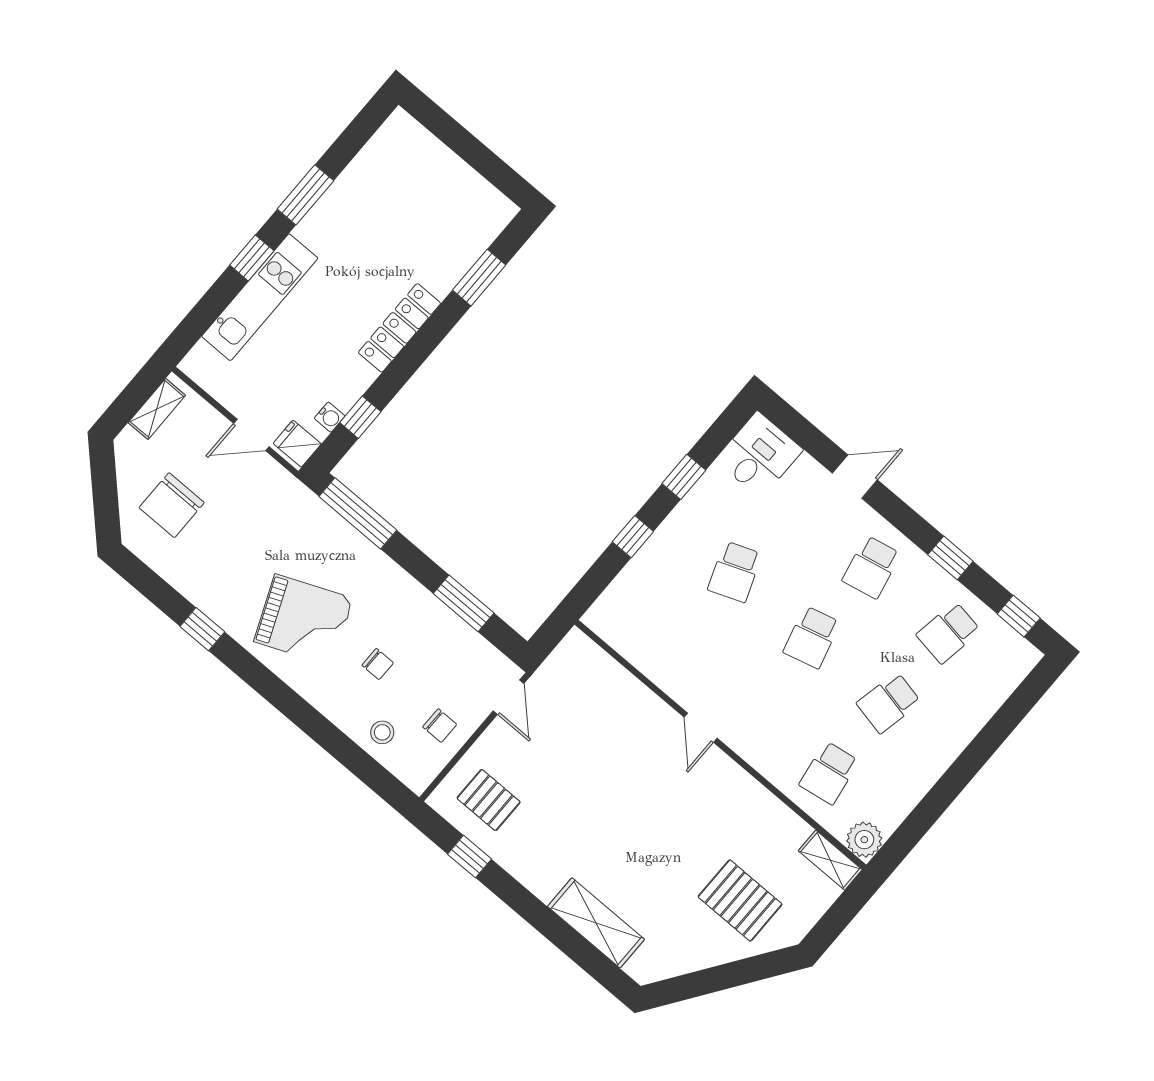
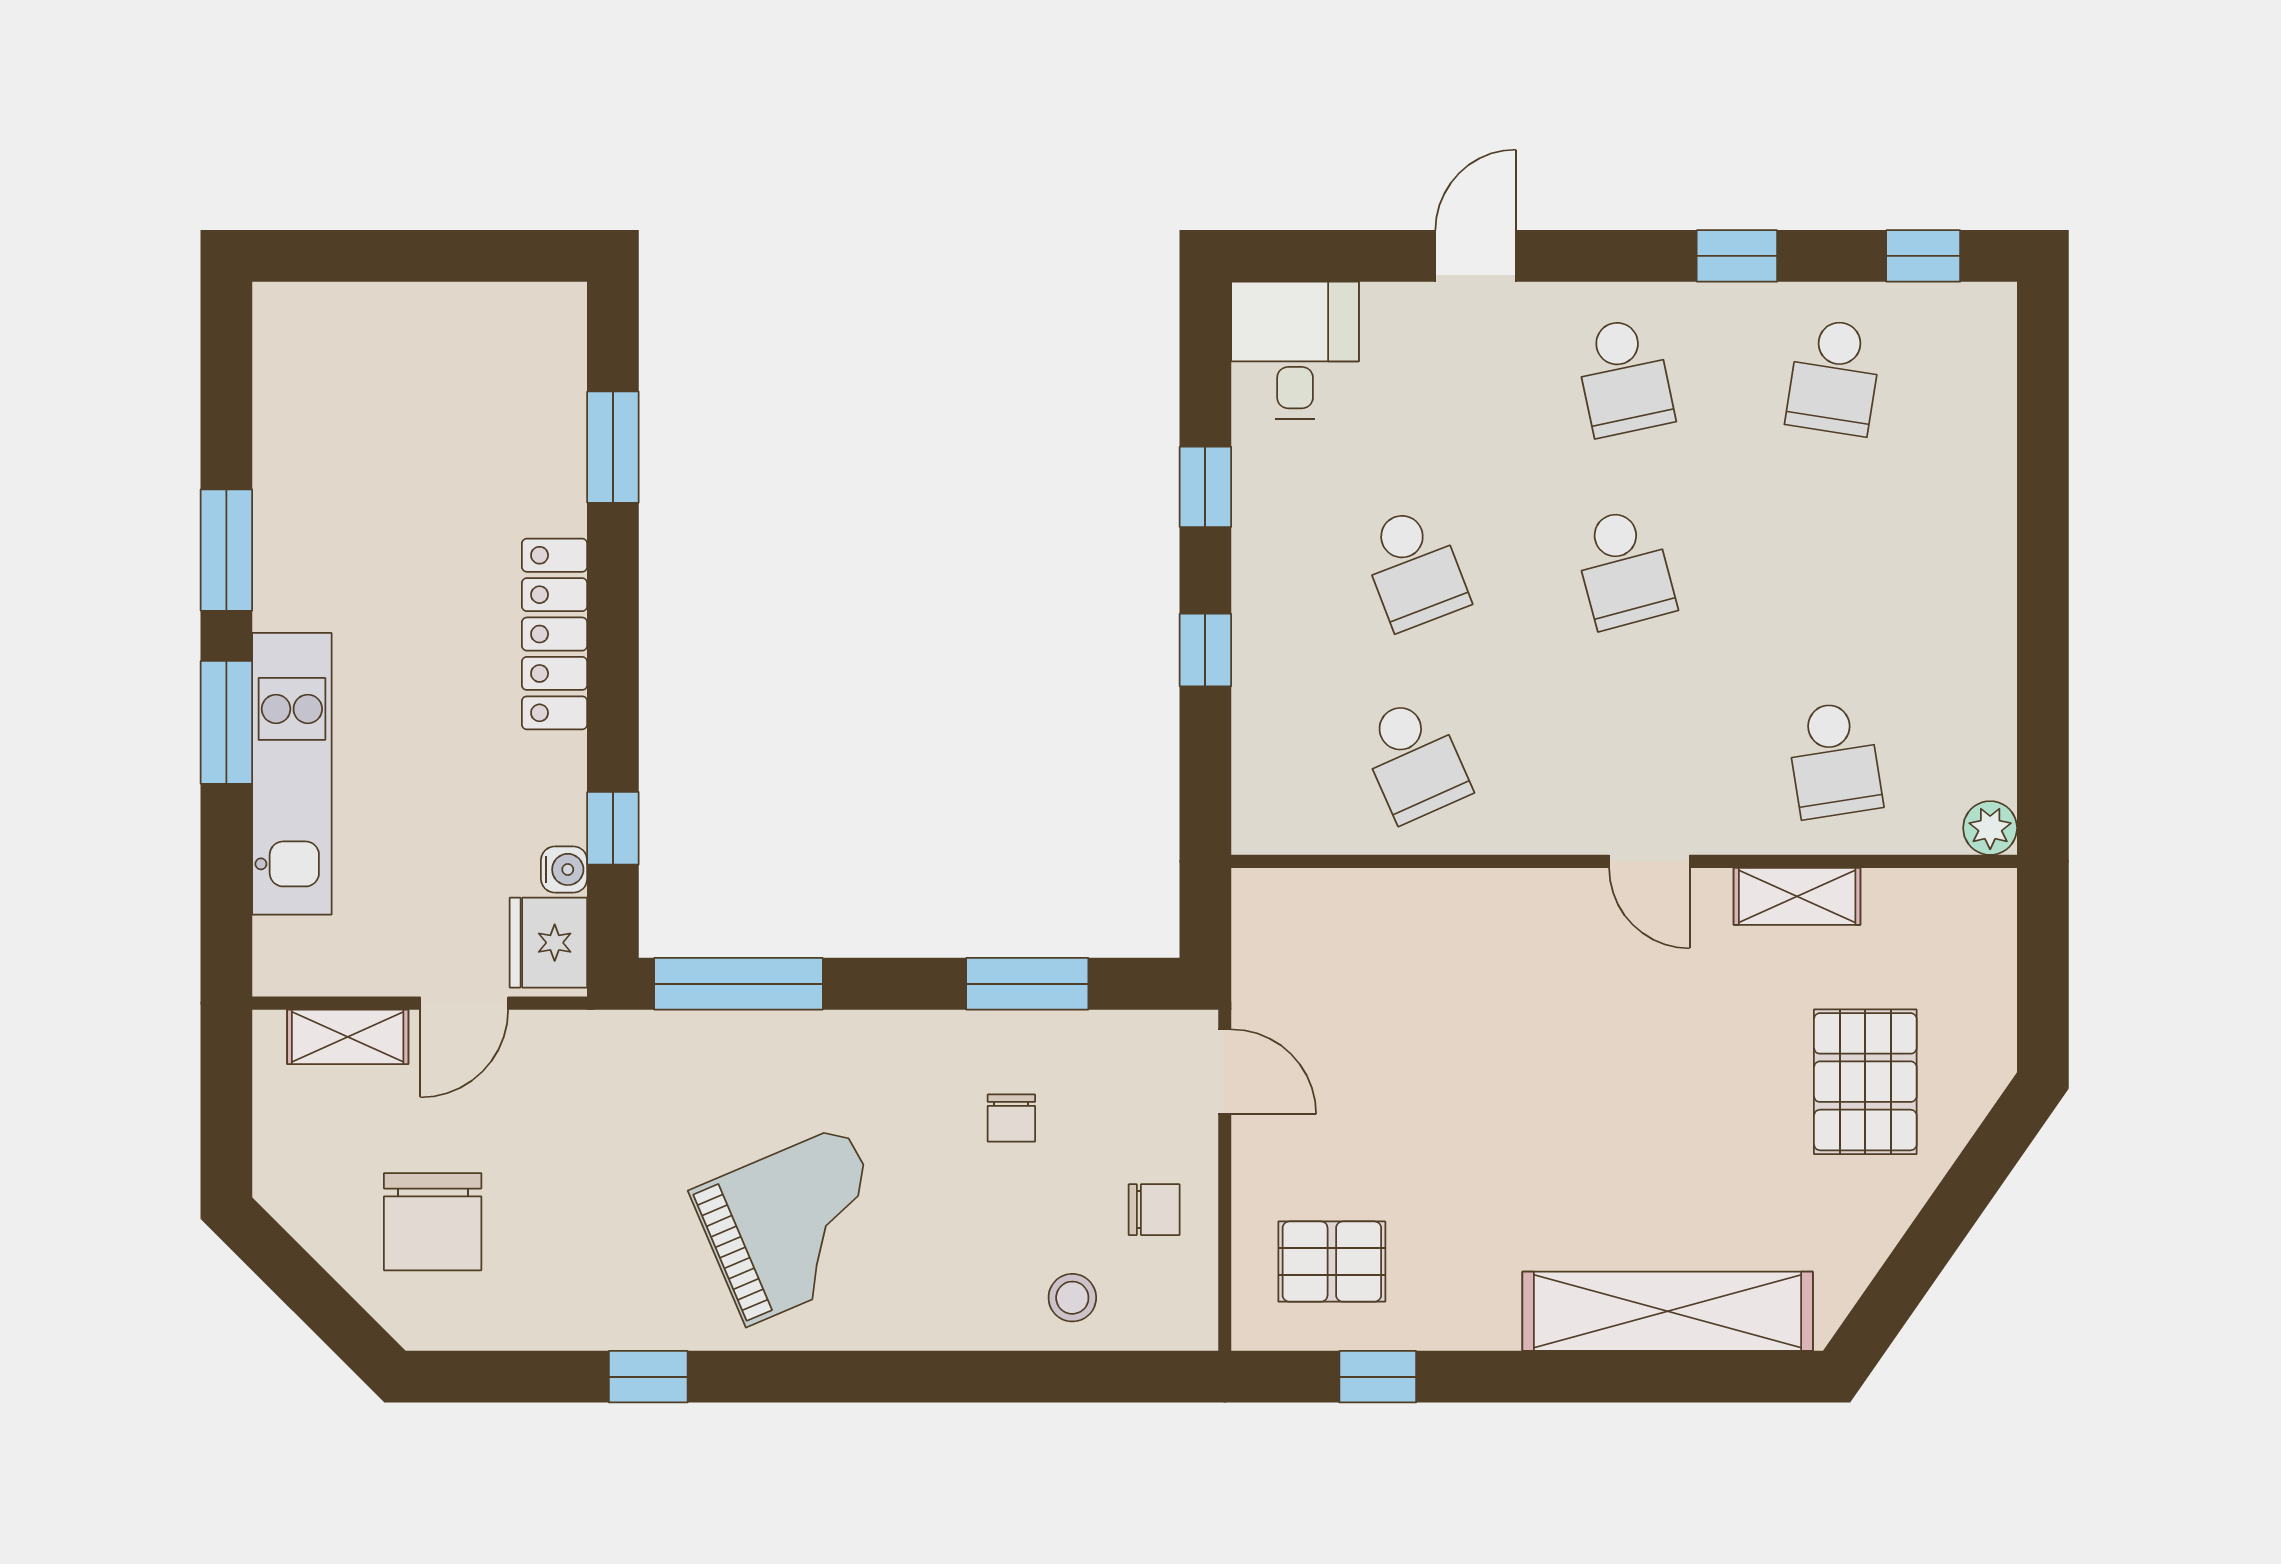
window: (252, 258) -> (226, 722), width x1.50
shelving: (157, 409) -> (348, 1037), moved, turned 90
fridge: (297, 444) -> (548, 943), width x1.38
chair: (378, 664) -> (1011, 1118), moved, turned 90
school desk: (889, 703) -> (1414, 760), moved, turned -36
door: (701, 728) -> (1649, 861), moved
plant: (864, 840) -> (1990, 828), width x0.73, depth x0.73
shelving: (830, 860) -> (1797, 896), moved
pallet: (740, 900) -> (1865, 1082), turned 90
shelving: (596, 923) -> (1668, 1311), width x1.47

